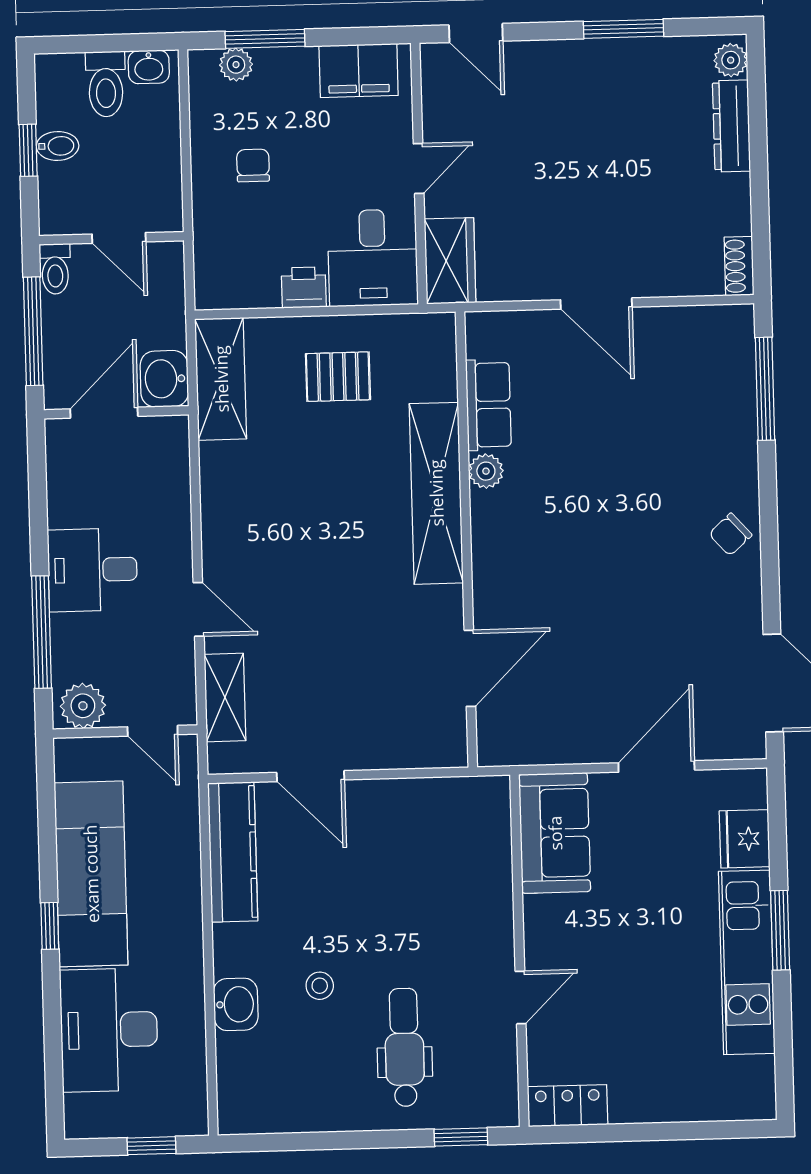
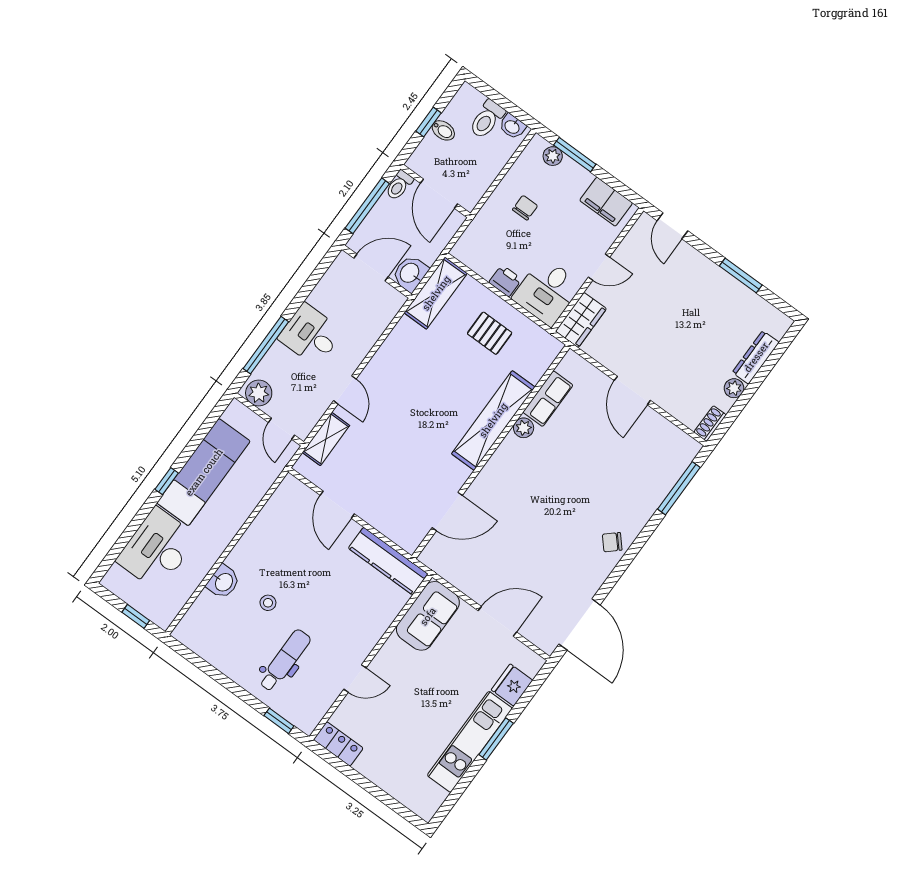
plant: (731, 60) -> (734, 388), moved
door: (119, 238) -> (439, 194), width x1.37
kitchen counter: (233, 852) -> (388, 561), moved, turned 90

